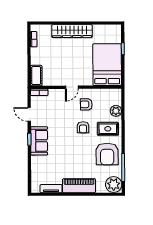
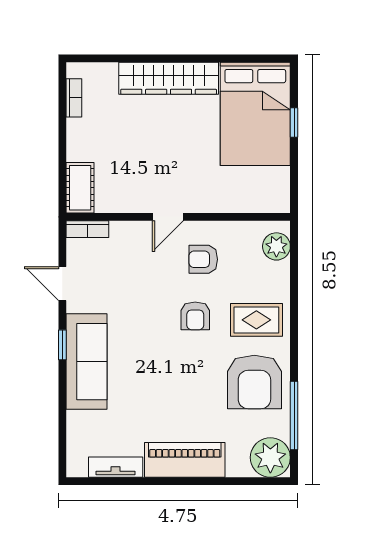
bed: (107, 65) -> (255, 114), moved, turned 180
plant: (116, 111) -> (276, 246), moved
sofa: (39, 141) -> (87, 362), width x1.36

